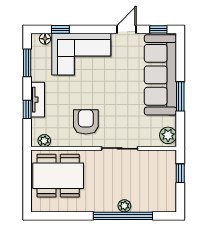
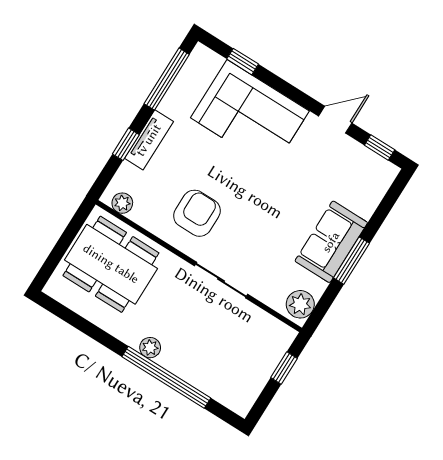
floor lamp: (45, 39) -> (213, 61), removed
window: (27, 63) -> (167, 79), width x1.44
sofa: (160, 75) -> (331, 242), width x0.54, depth x0.79
plant: (124, 206) -> (150, 348), moved

